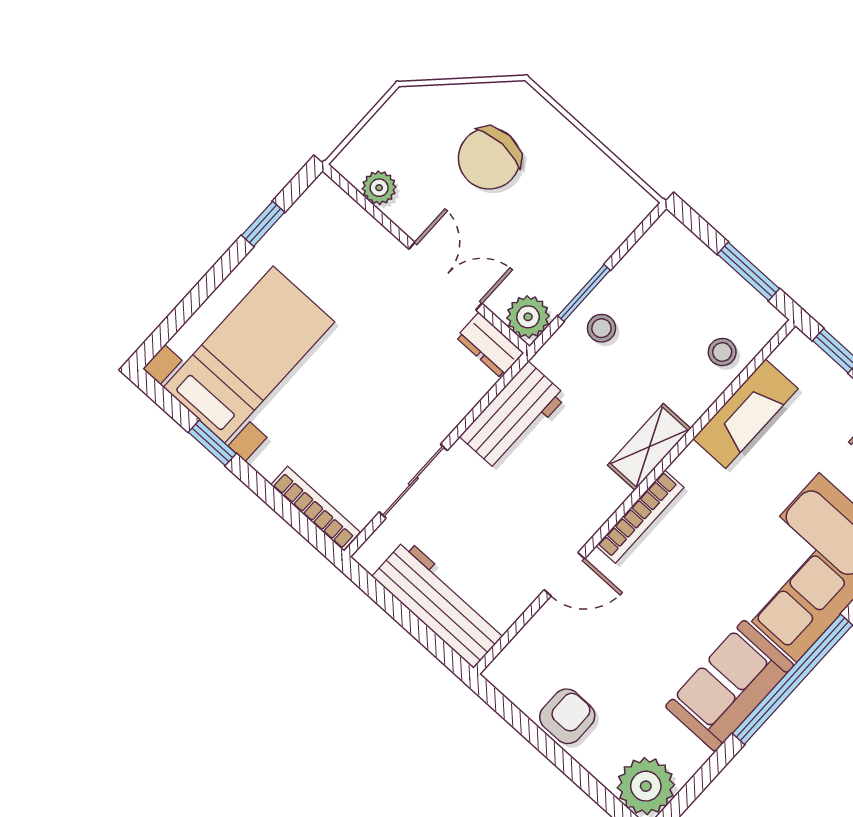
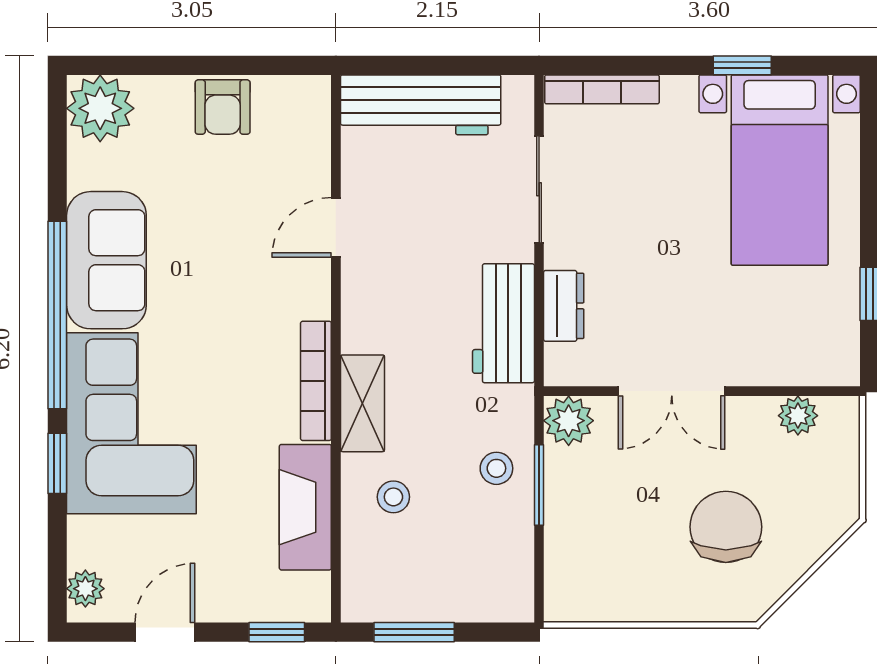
dresser: (490, 345) -> (564, 306), moved, turned 90
stool: (722, 352) -> (393, 497), moved
bookcase: (640, 517) -> (316, 381), moved

